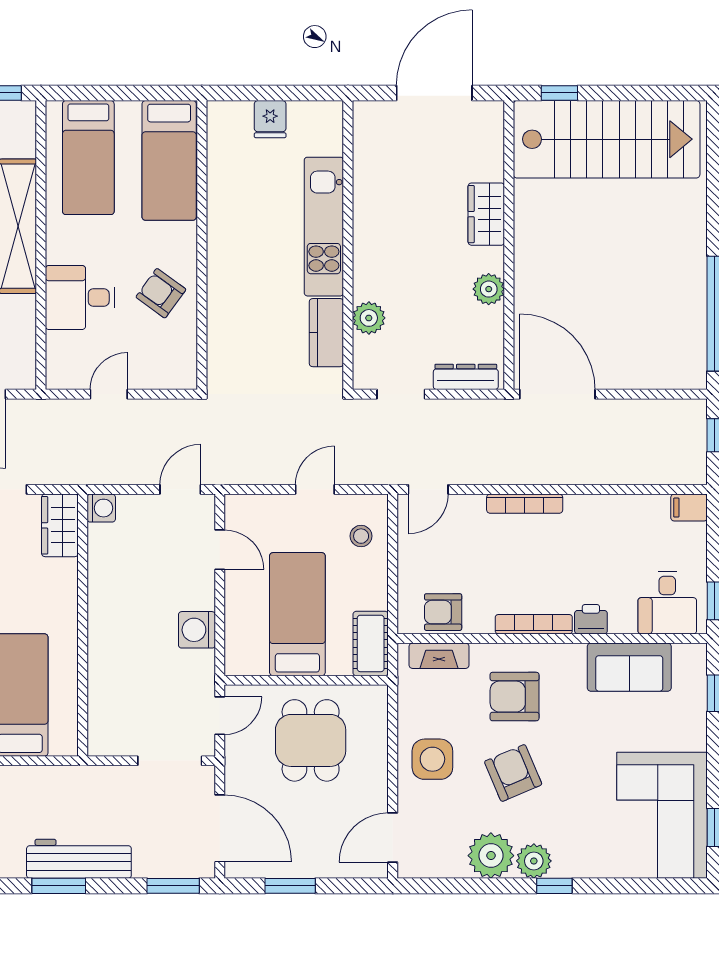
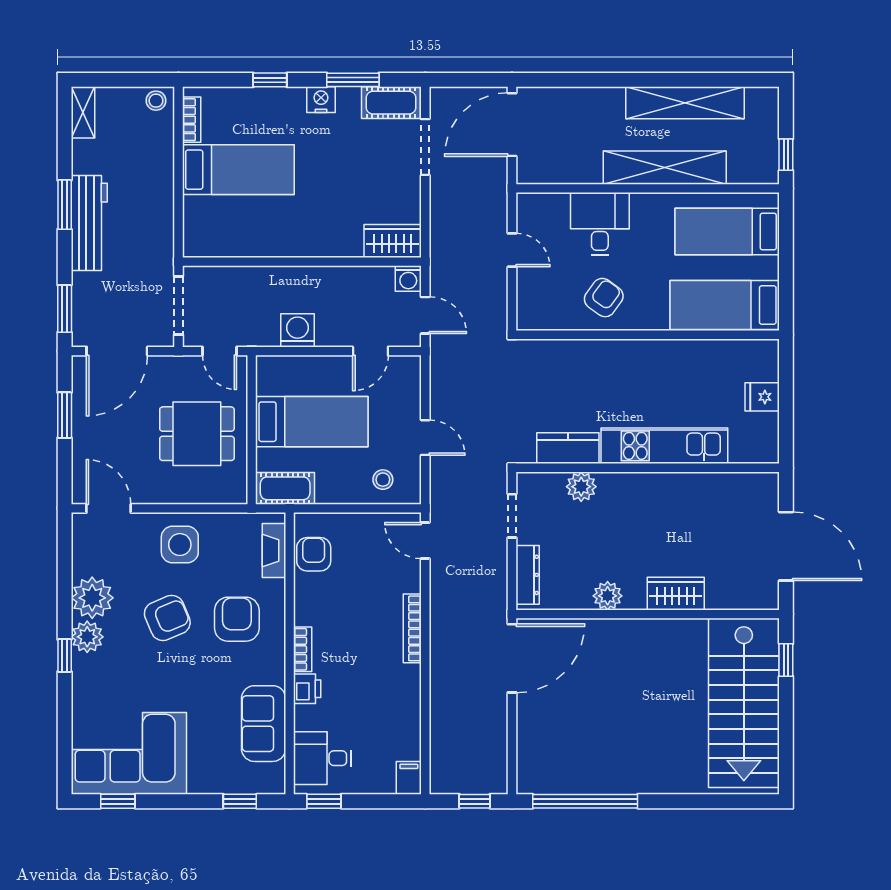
washing machine: (101, 508) -> (408, 279), moved
wardrobe: (60, 525) -> (393, 241), moved
bookcase: (534, 624) -> (303, 649), width x0.64
wall: (83, 625) -> (302, 262), moved

